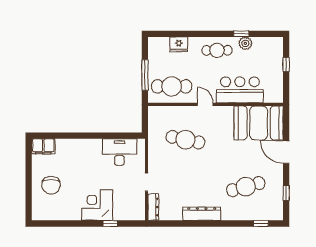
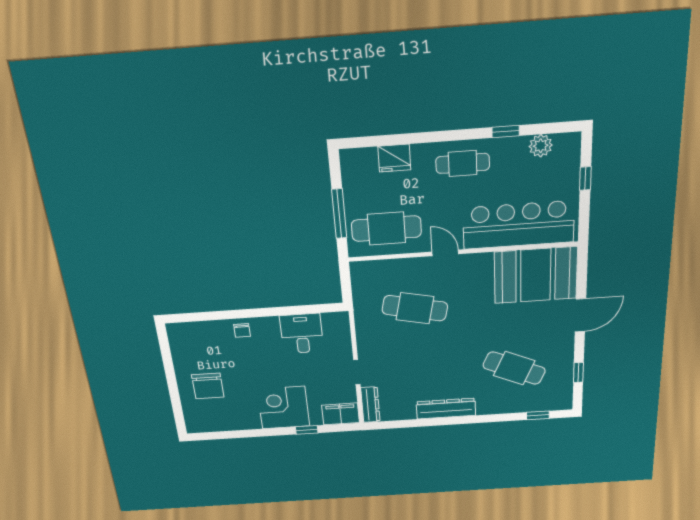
plant: (245, 43) -> (541, 146), moved
bar counter: (240, 90) -> (519, 225), width x1.36
filing cabinet: (43, 146) -> (341, 414), moved, turned 180
chair: (78, 147) -> (242, 330), added
desk: (119, 152) -> (302, 334), width x0.73
door: (286, 152) -> (580, 315), swing flipped
cafe table: (246, 187) -> (514, 368), turned 39

